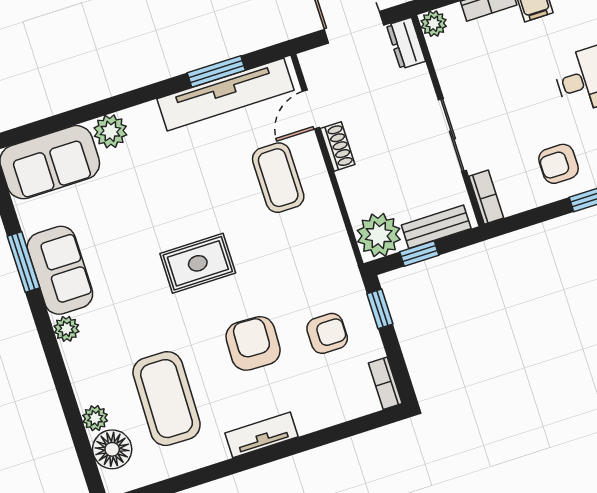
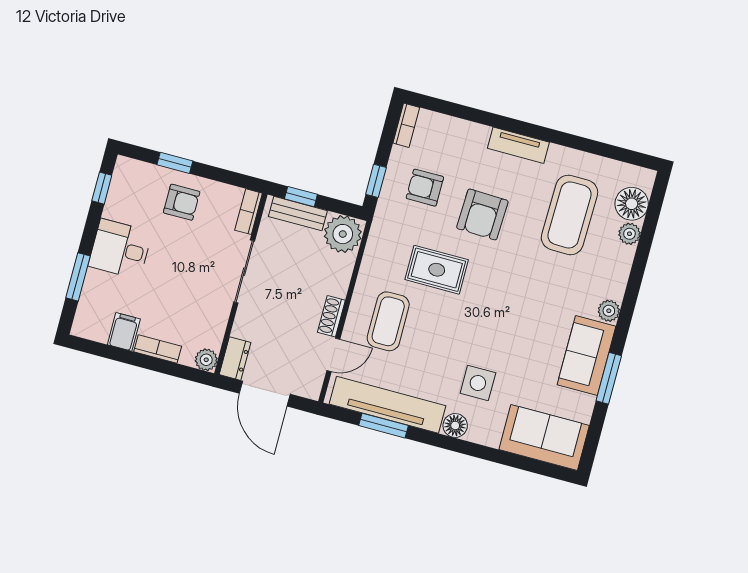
floor lamp: (145, 117) -> (455, 425), added
plant: (110, 131) -> (487, 432), removed
side table: (150, 174) -> (478, 383), added
window: (419, 253) -> (301, 197), moved
rug: (198, 263) -> (437, 270), moved

